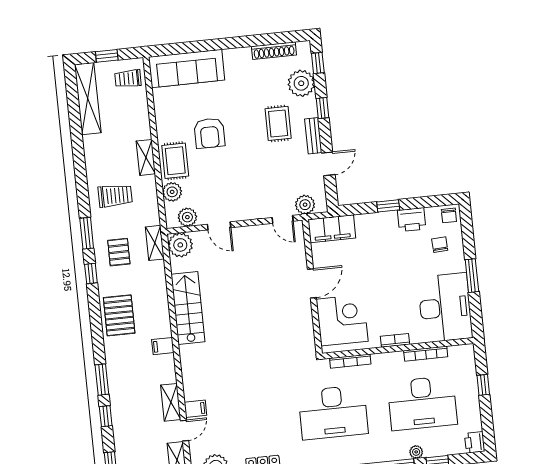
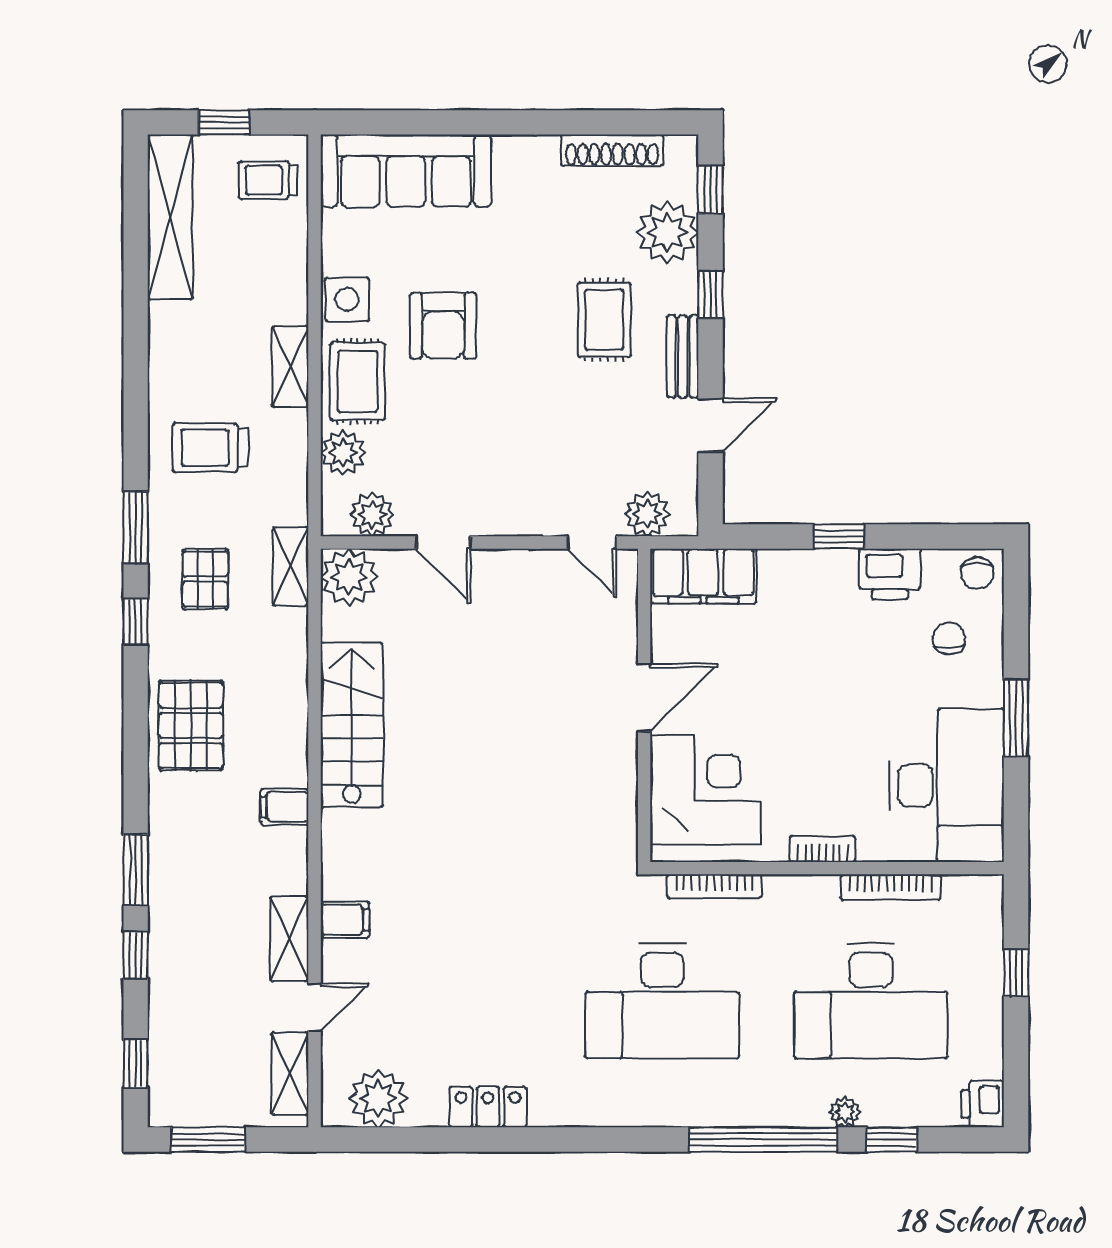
side table: (167, 126) -> (347, 299), added
trolley: (115, 196) -> (210, 448), turned 180
filing cabinet: (195, 409) -> (345, 920), moved

